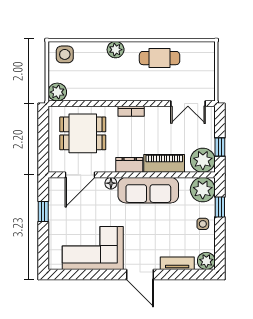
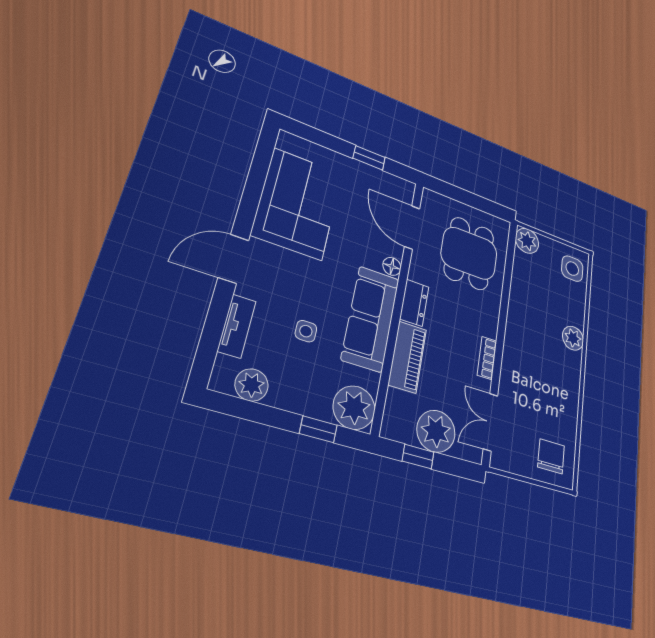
cafe table: (160, 58) -> (557, 398), removed
chair: (198, 59) -> (551, 456), added
bookcase: (131, 111) -> (487, 358), moved
plant: (203, 160) -> (436, 431), moved
side table: (203, 224) -> (306, 331), moved
plant: (206, 261) -> (252, 385), moved

